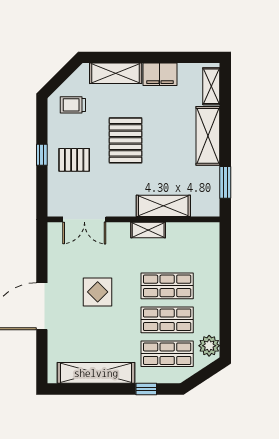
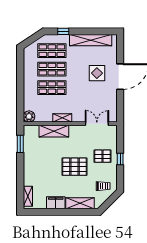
shelving: (208, 136) -> (30, 169), removed
pallet: (126, 140) -> (74, 167), turned 90
display table: (98, 292) -> (97, 73), moved
plant: (209, 346) -> (29, 116), moved

